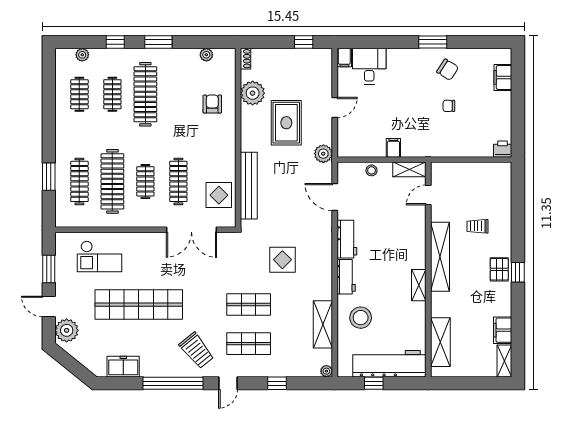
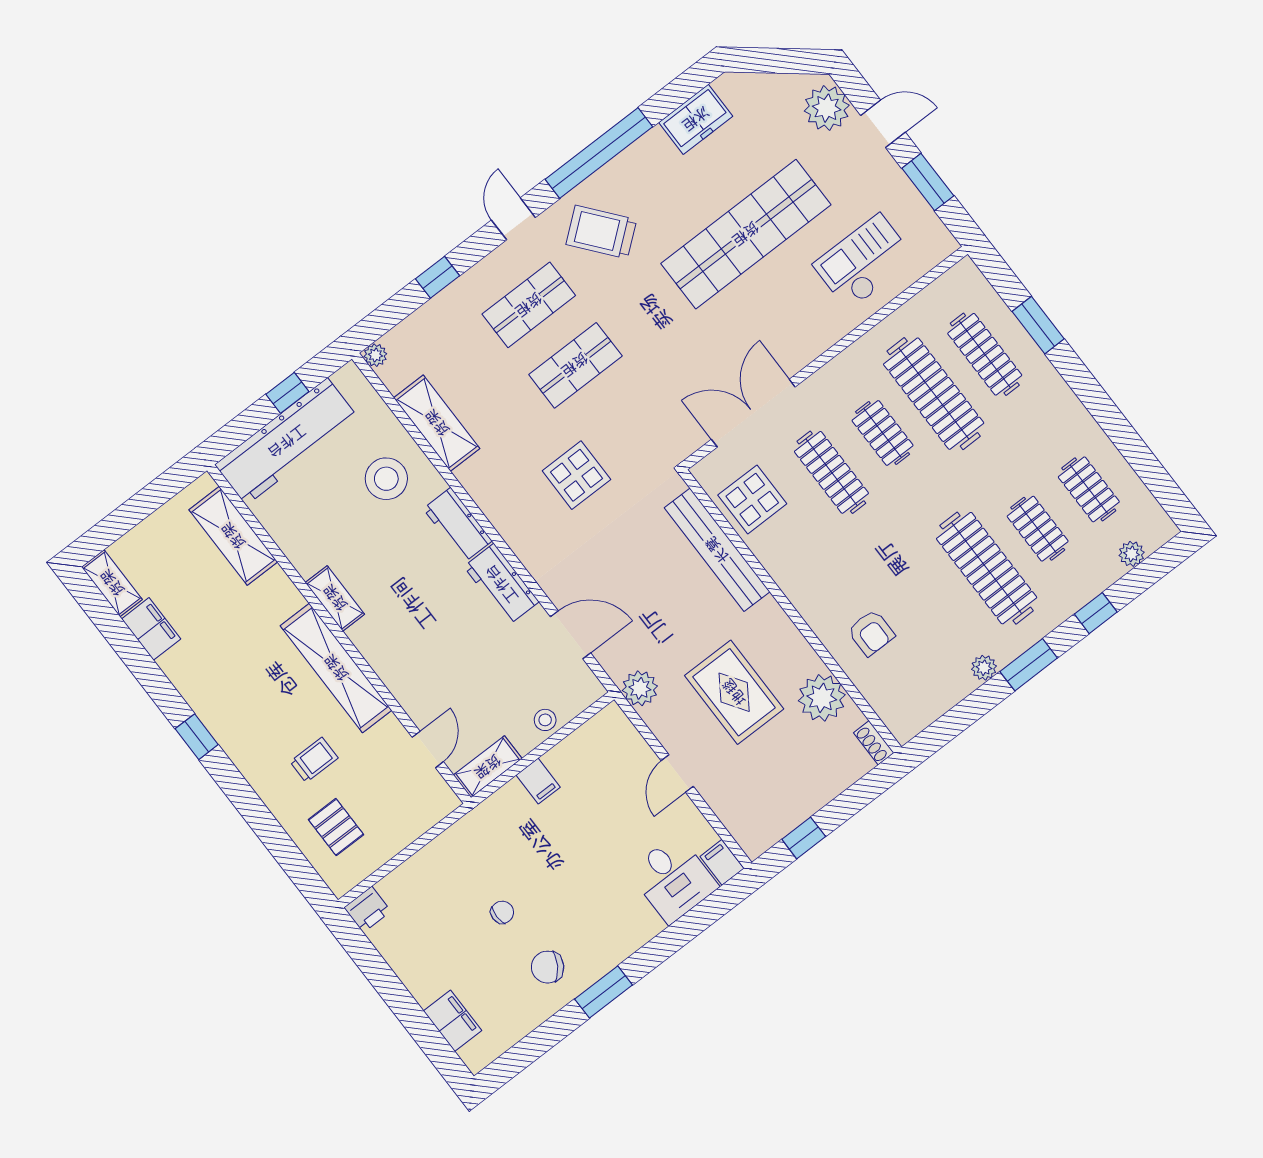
plant: (206, 55) -> (984, 668), moved
pallet: (499, 269) -> (336, 827), moved

